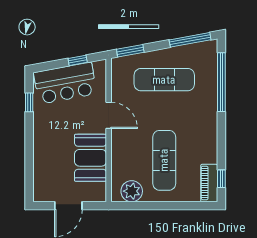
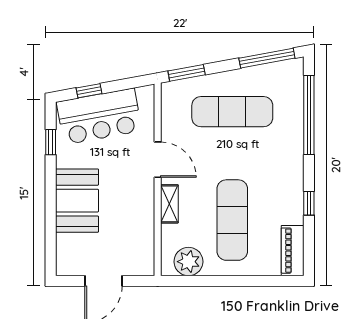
window: (78, 60) -> (89, 91), moved
shelving: (117, 148) -> (169, 204), added
booth: (91, 158) -> (77, 201), moved
window: (221, 179) -> (309, 203), moved

